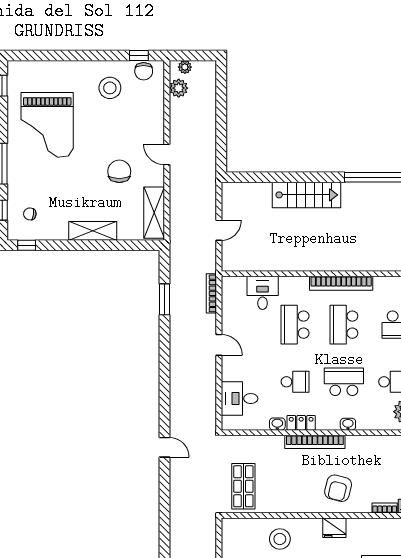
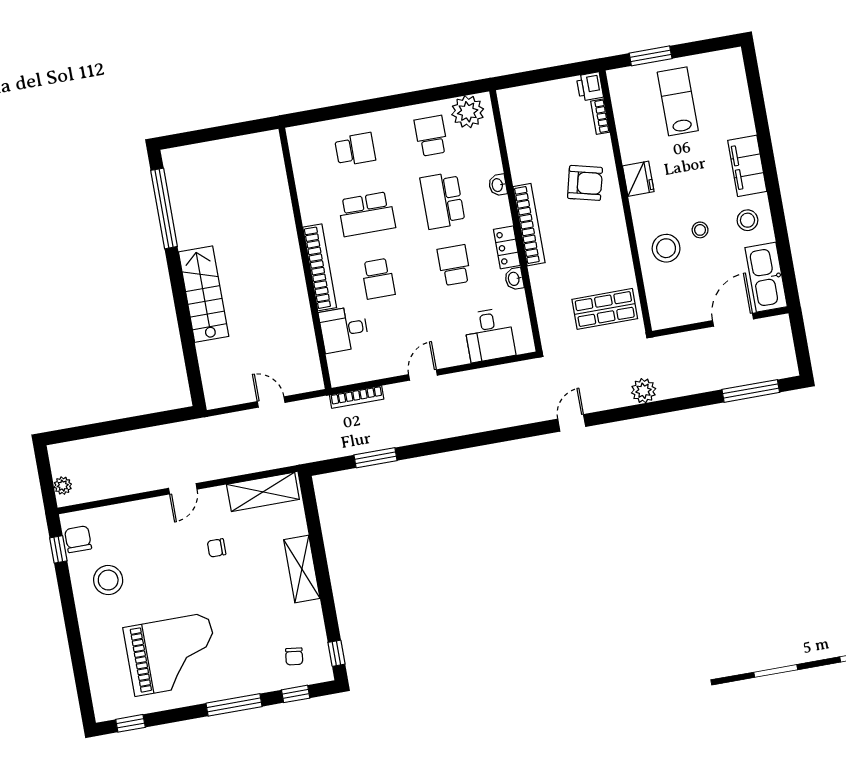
chair: (144, 71) -> (78, 539), turned -90
plant: (179, 88) -> (644, 391), moved
chair: (119, 171) -> (217, 548), width x0.54, depth x0.54
bookcase: (341, 283) -> (320, 267), moved
school desk: (295, 325) -> (378, 279), width x0.54

